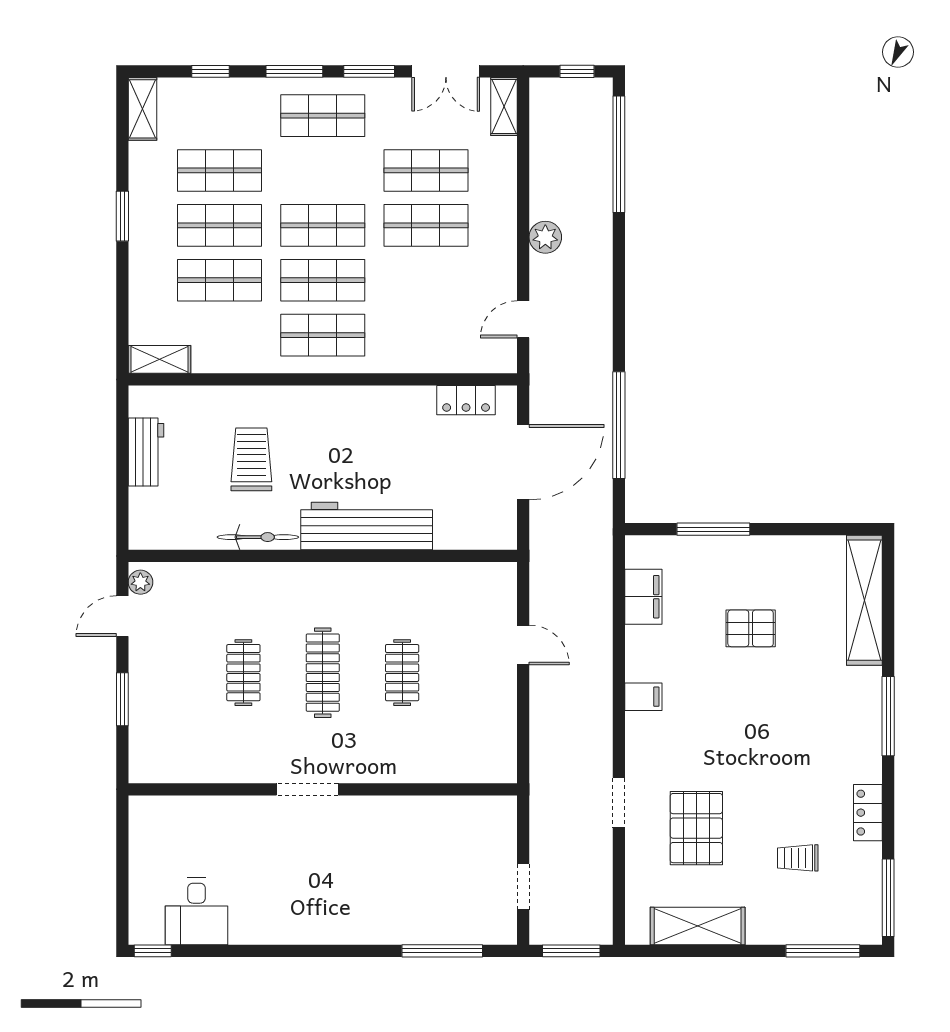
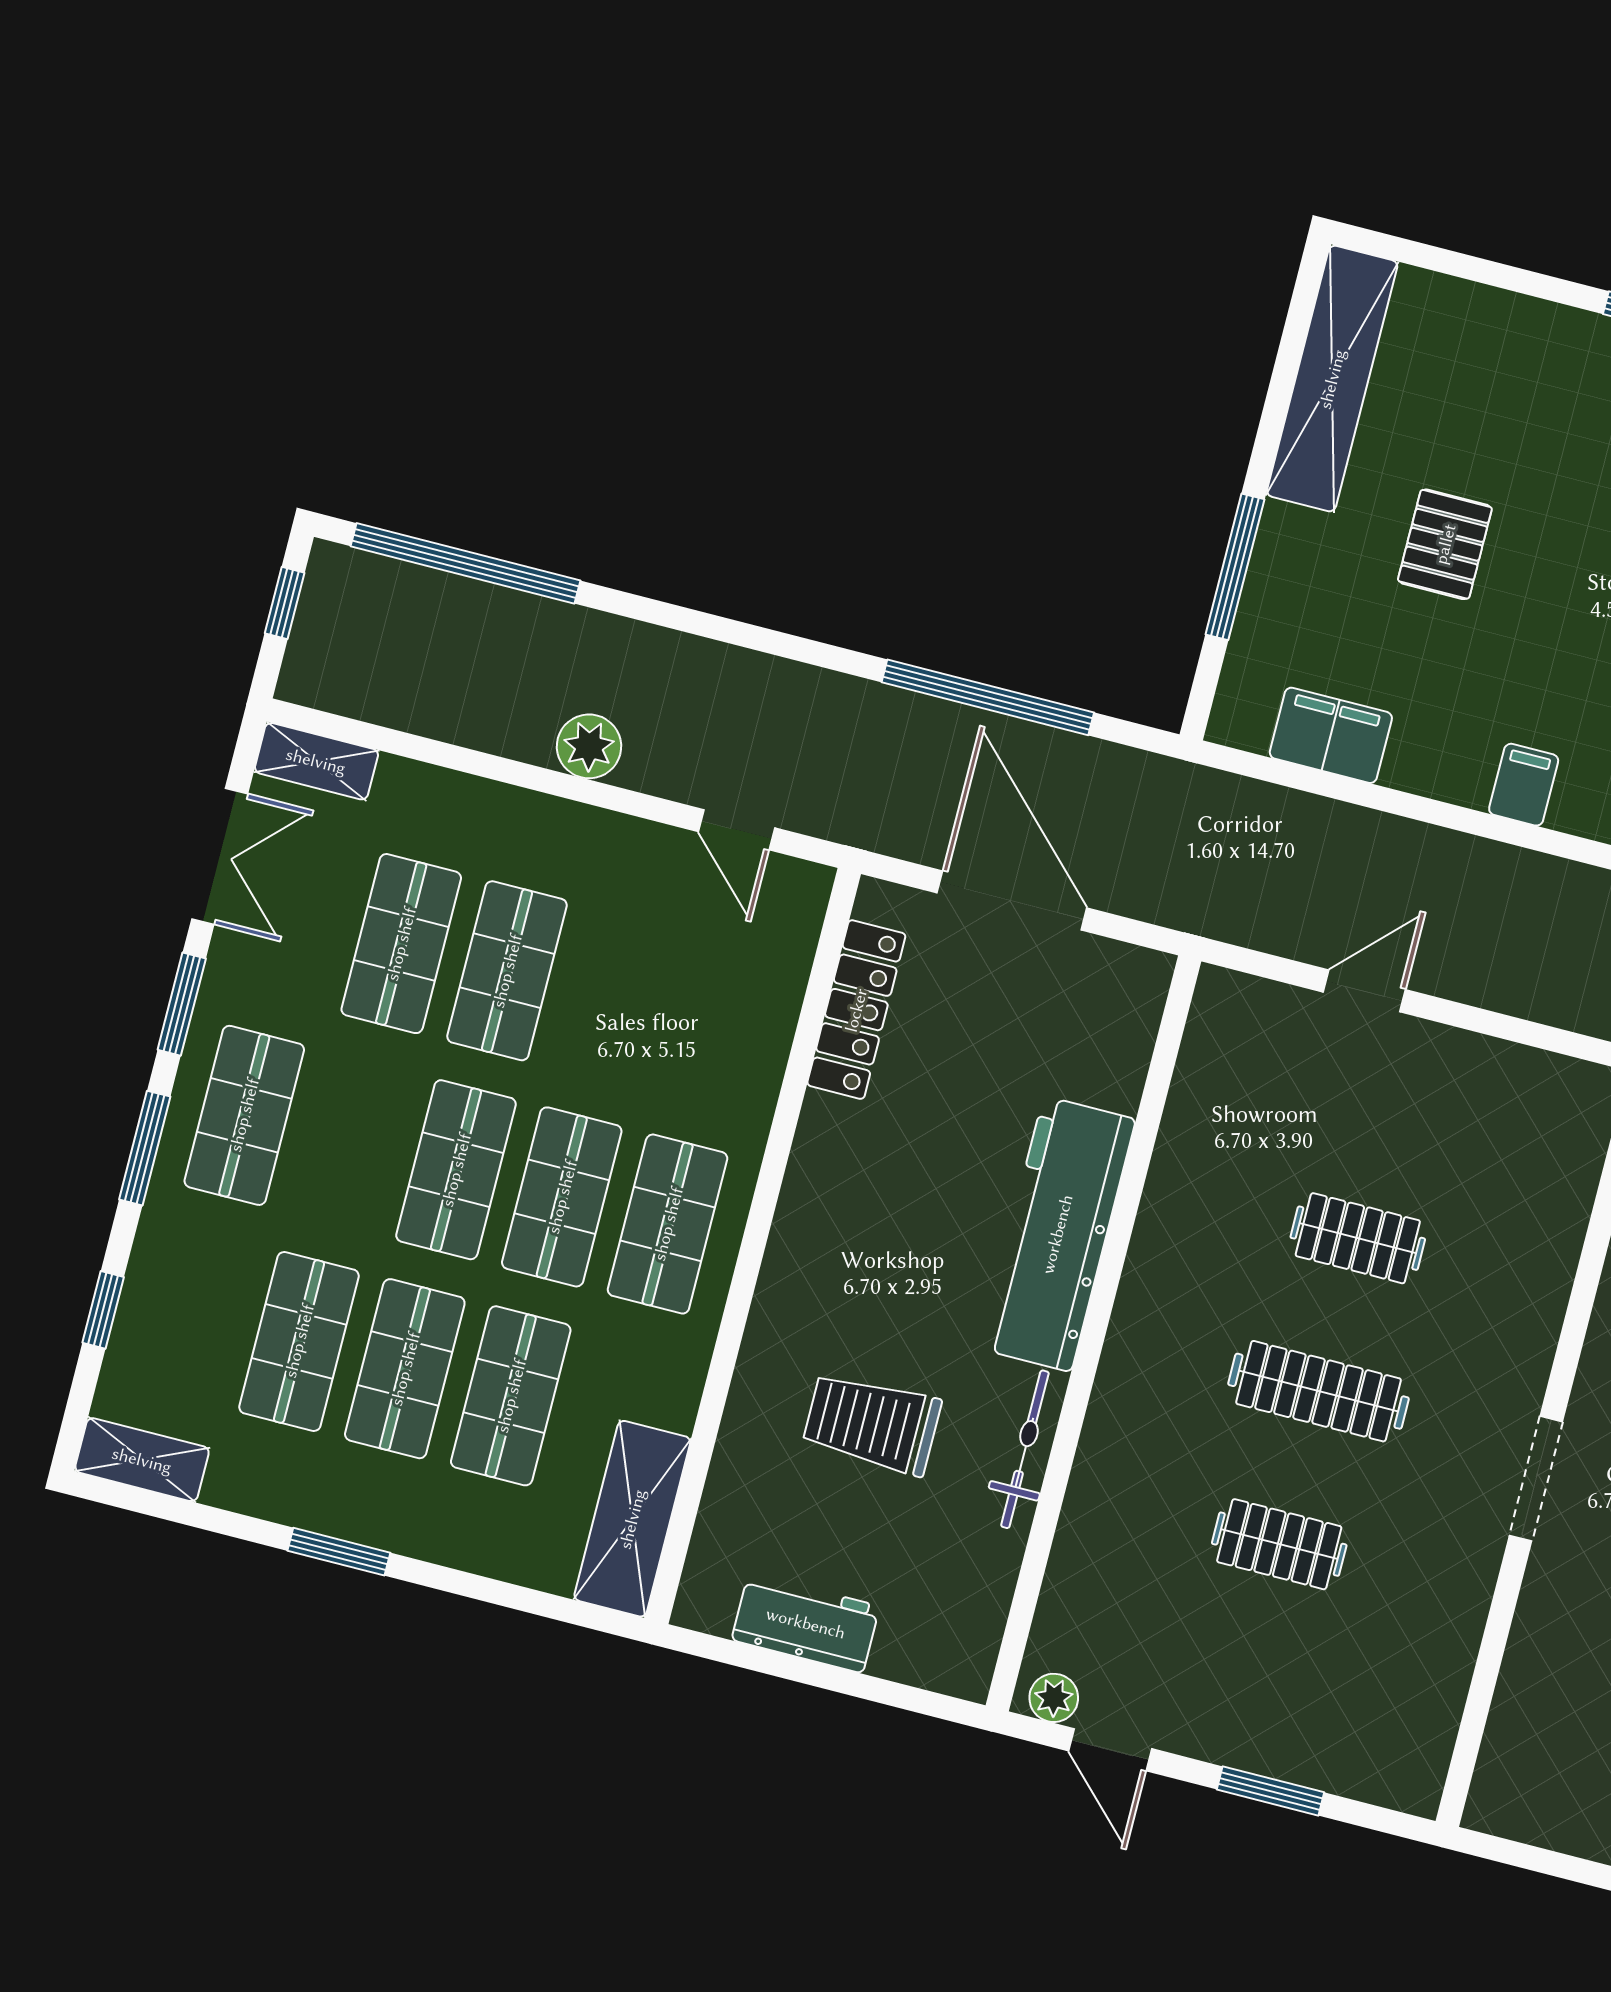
shelving: (159, 359) -> (632, 1519), width x1.50, depth x1.33
locker: (466, 400) -> (856, 1010), width x1.53
shelving: (864, 600) -> (1332, 379), moved, turned 90

